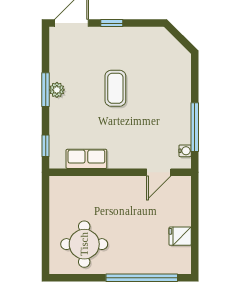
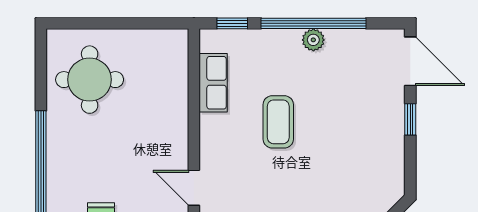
coffee table: (115, 88) -> (278, 122), moved, turned 90
window: (46, 90) -> (314, 23), width x2.11

